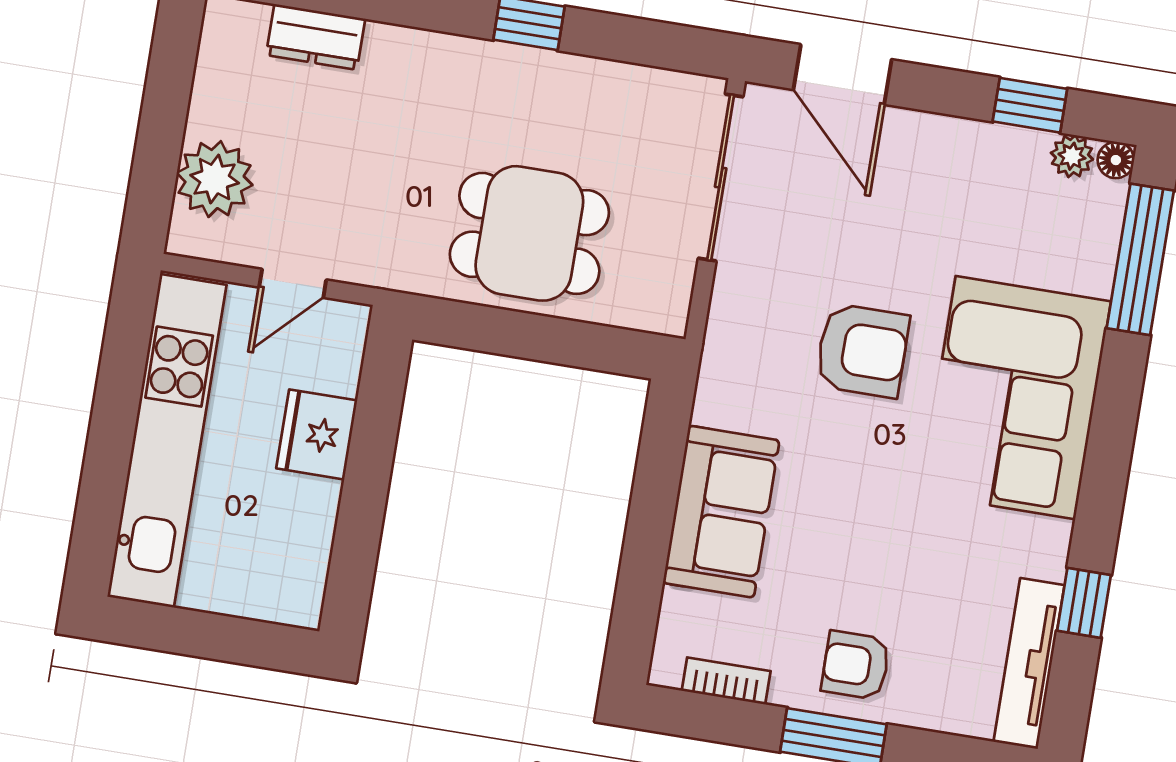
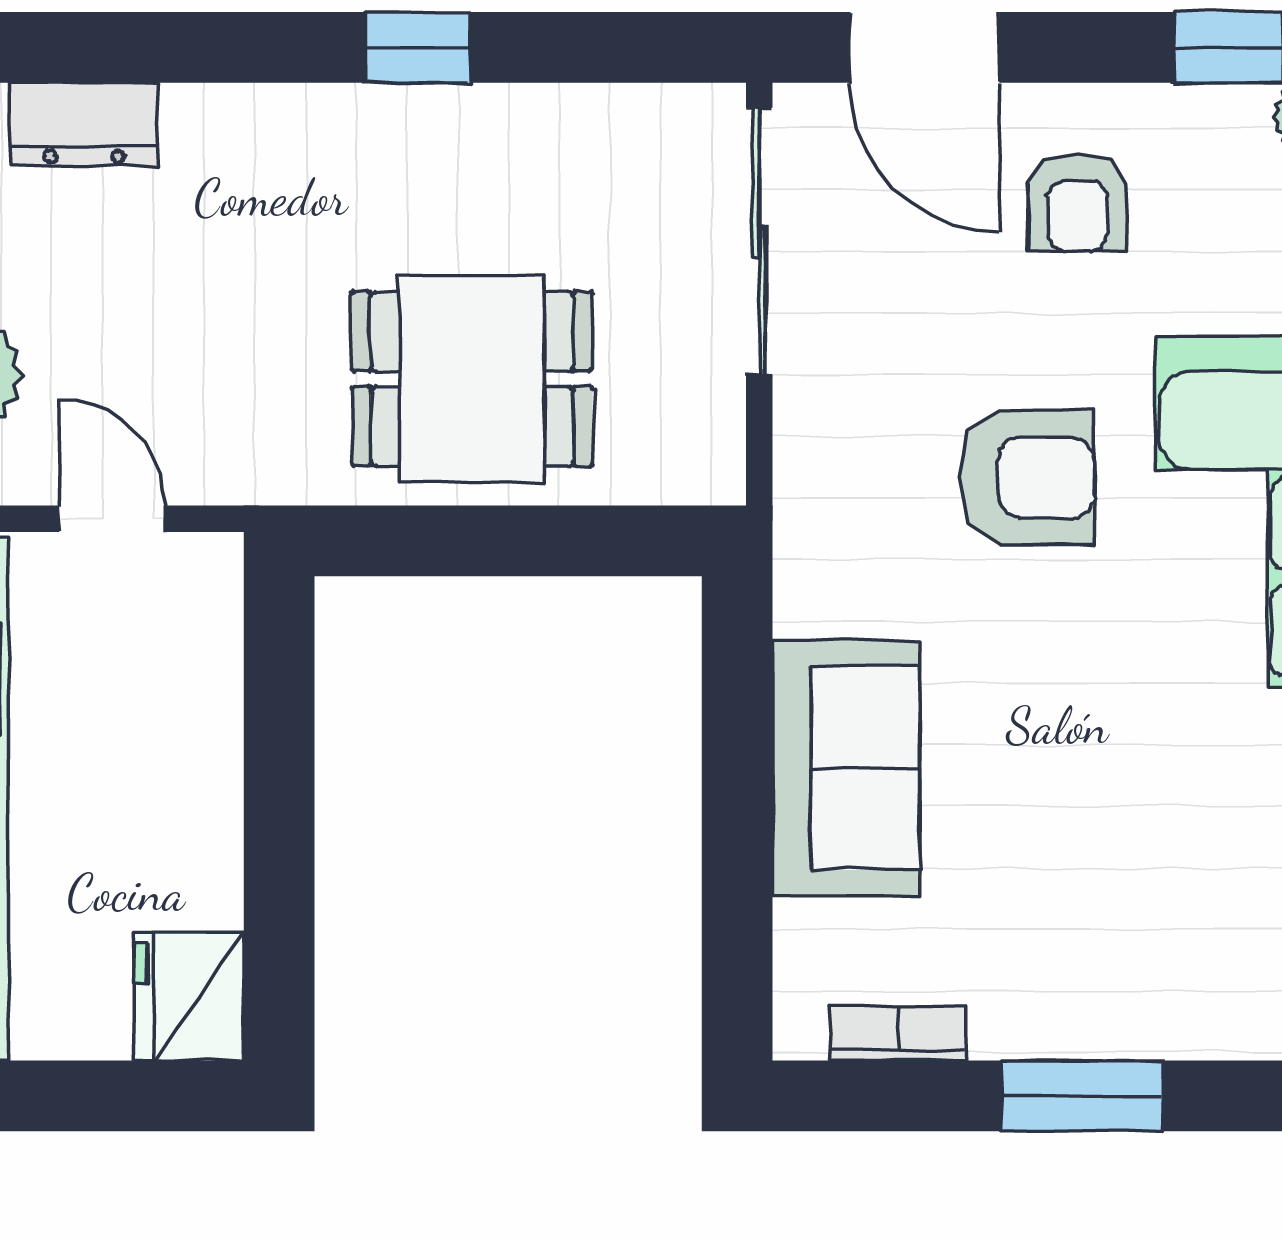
door: (293, 283) -> (112, 519), swing flipped
fridge: (317, 434) -> (189, 997), moved
armchair: (856, 665) -> (1077, 202), moved, turned -90

